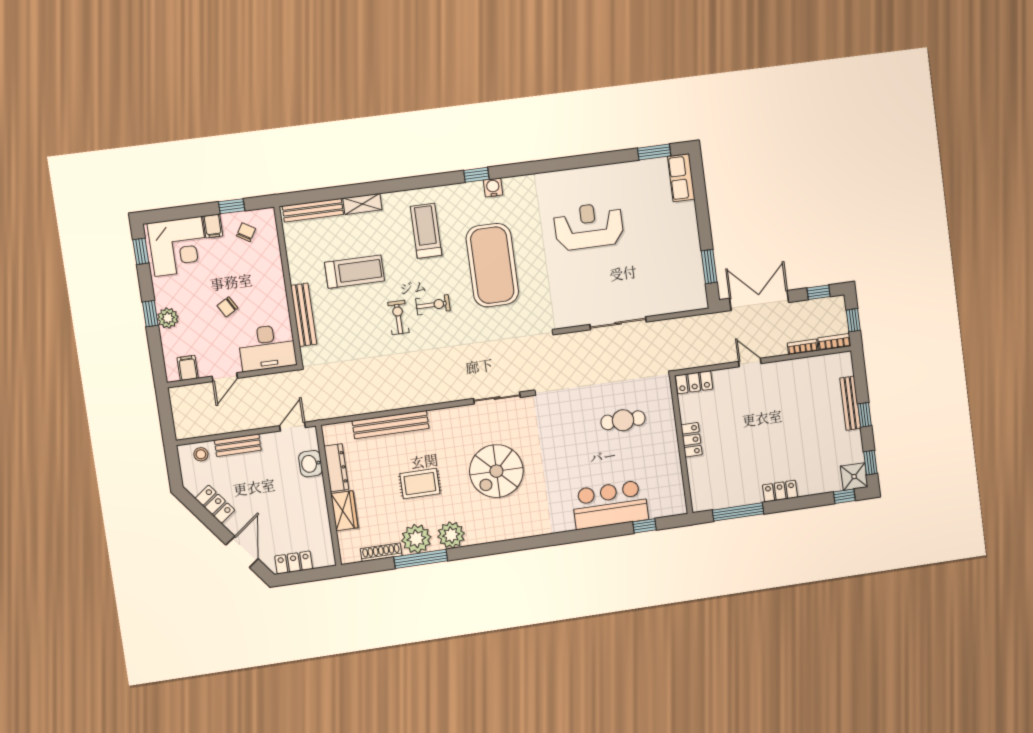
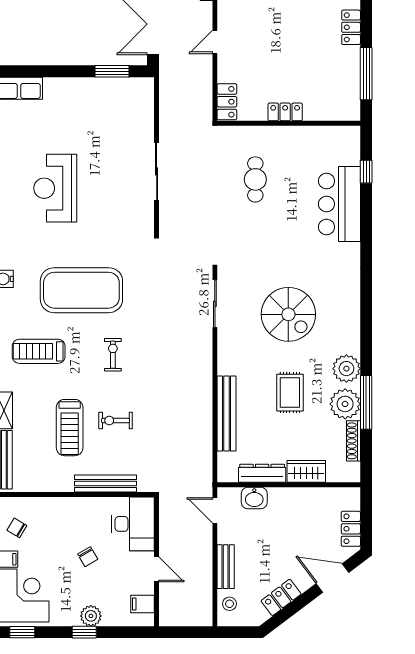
treadmill: (355, 272) -> (70, 428), turned 180
exercise bike: (398, 317) -> (116, 420), moved

